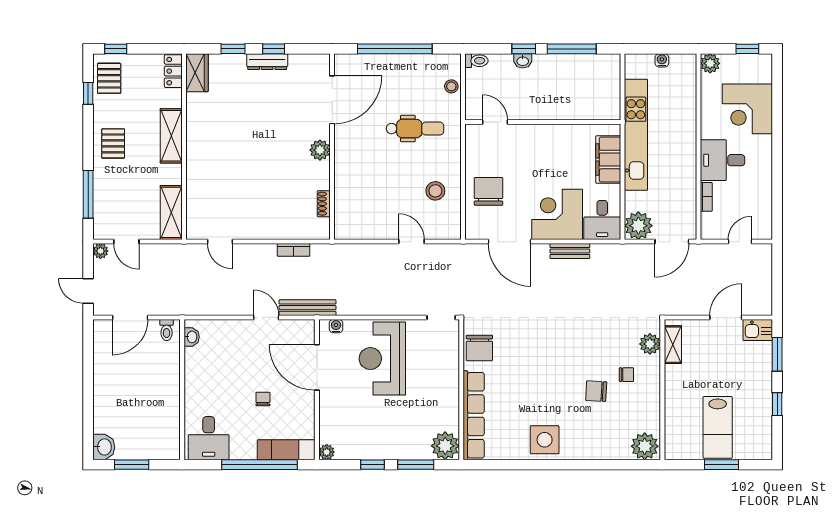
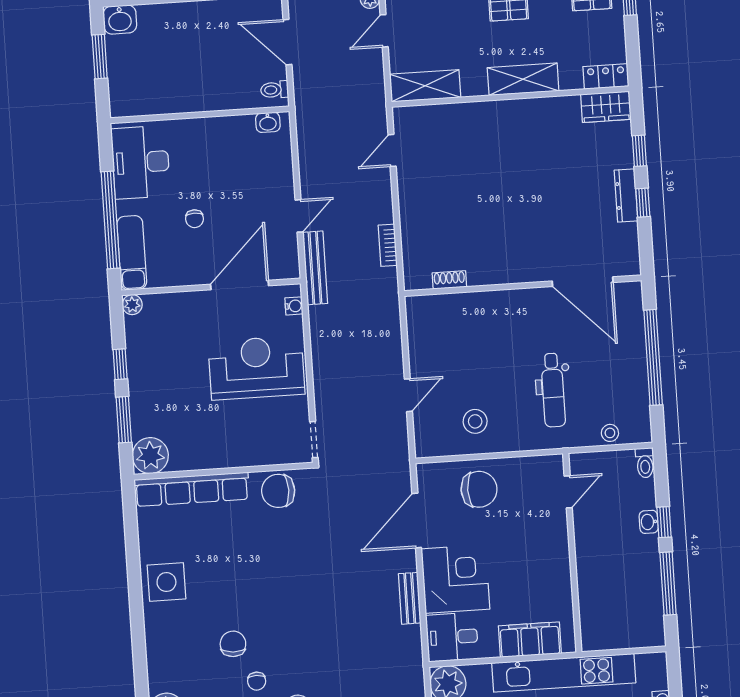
plant: (320, 150) -> (518, 270), removed
chair: (263, 399) -> (195, 219), turned 90
desk: (209, 438) -> (141, 162), width x1.37

